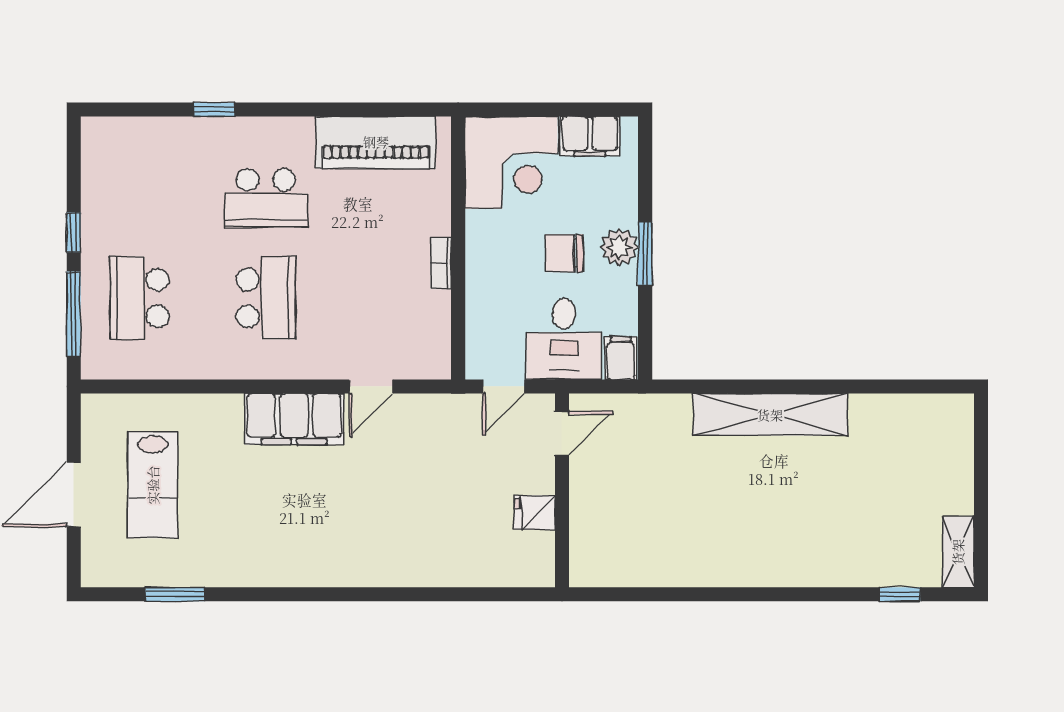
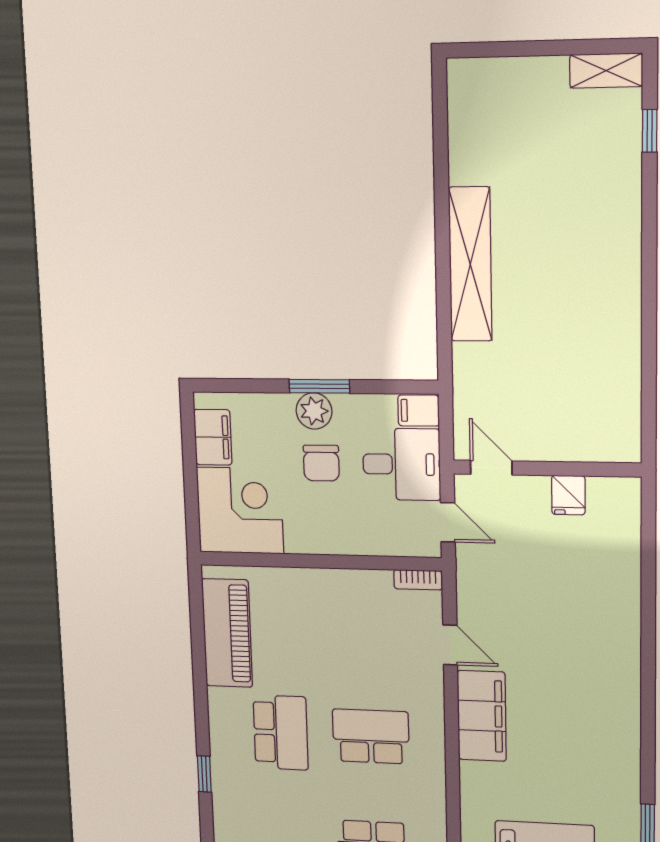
bookcase: (441, 263) -> (418, 580), moved

